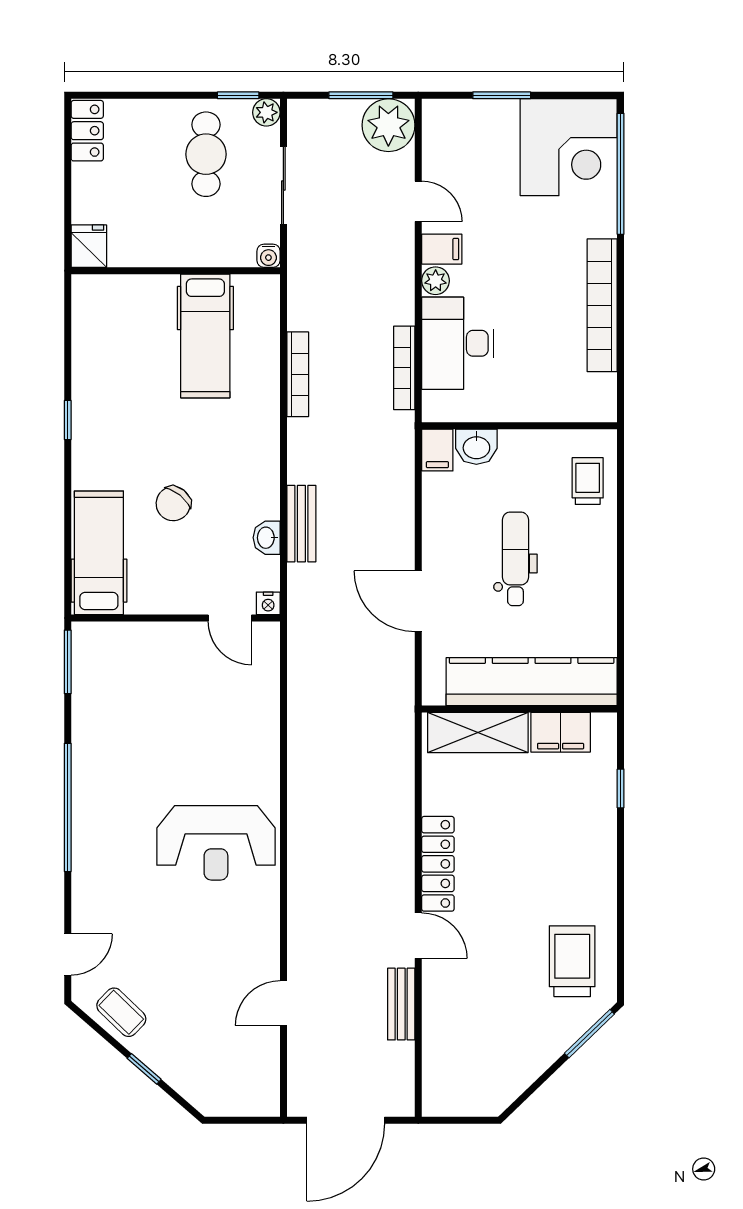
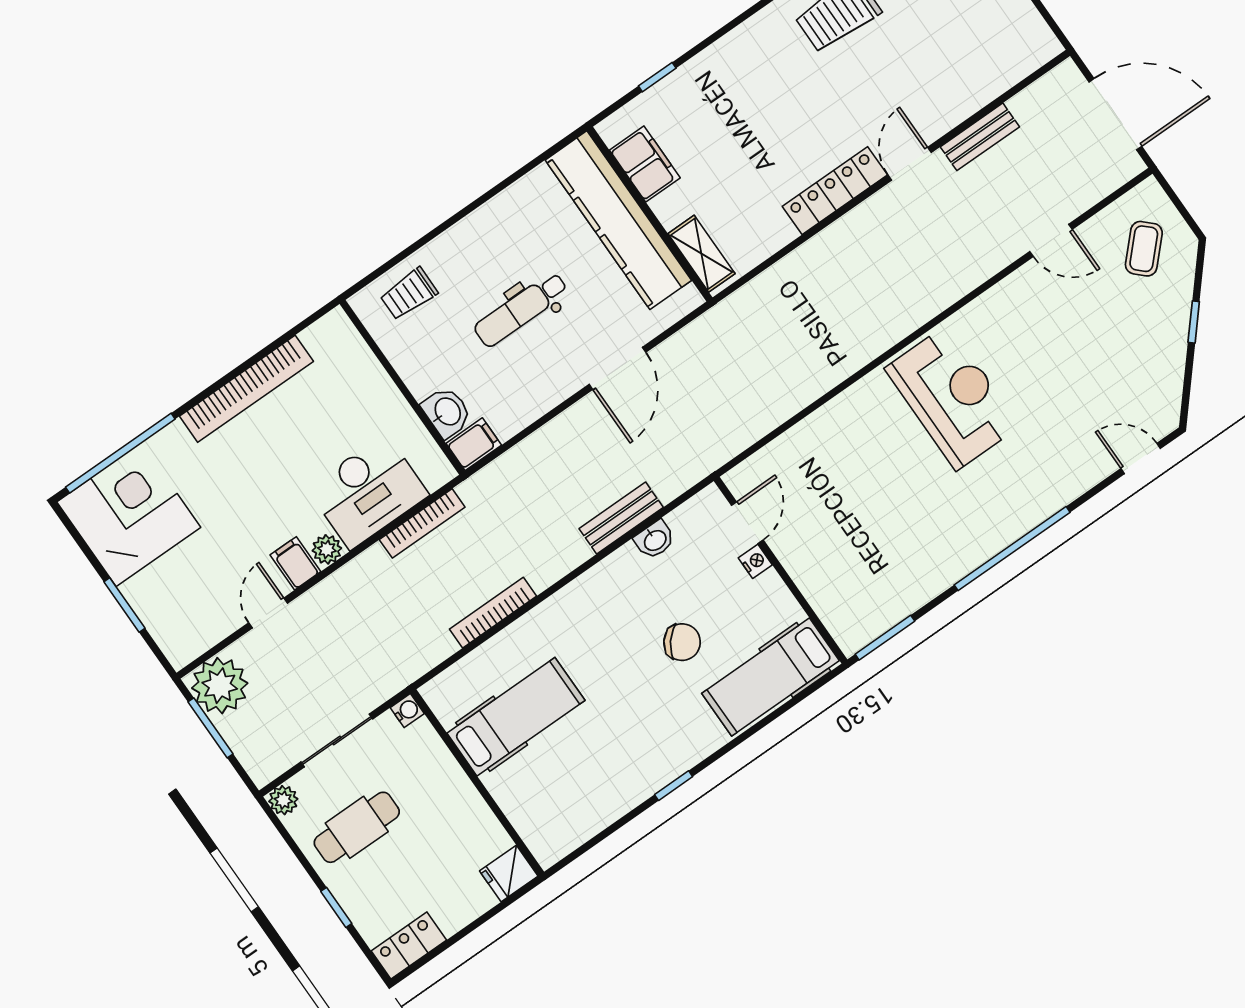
window: (238, 95) -> (336, 907), moved
nightstand: (268, 603) -> (755, 561), moved
shelving: (478, 732) -> (701, 254), width x0.67, depth x0.75
coffee table: (121, 1012) -> (1144, 249), moved

